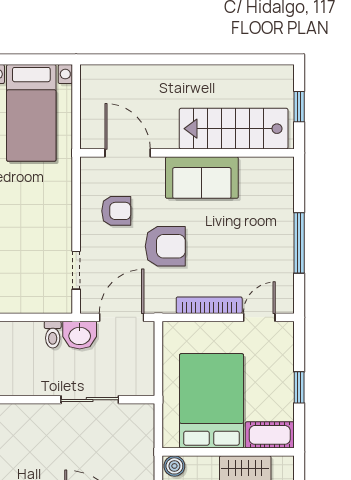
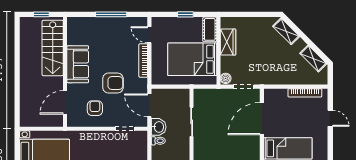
armchair: (165, 246) -> (113, 83), turned 90

